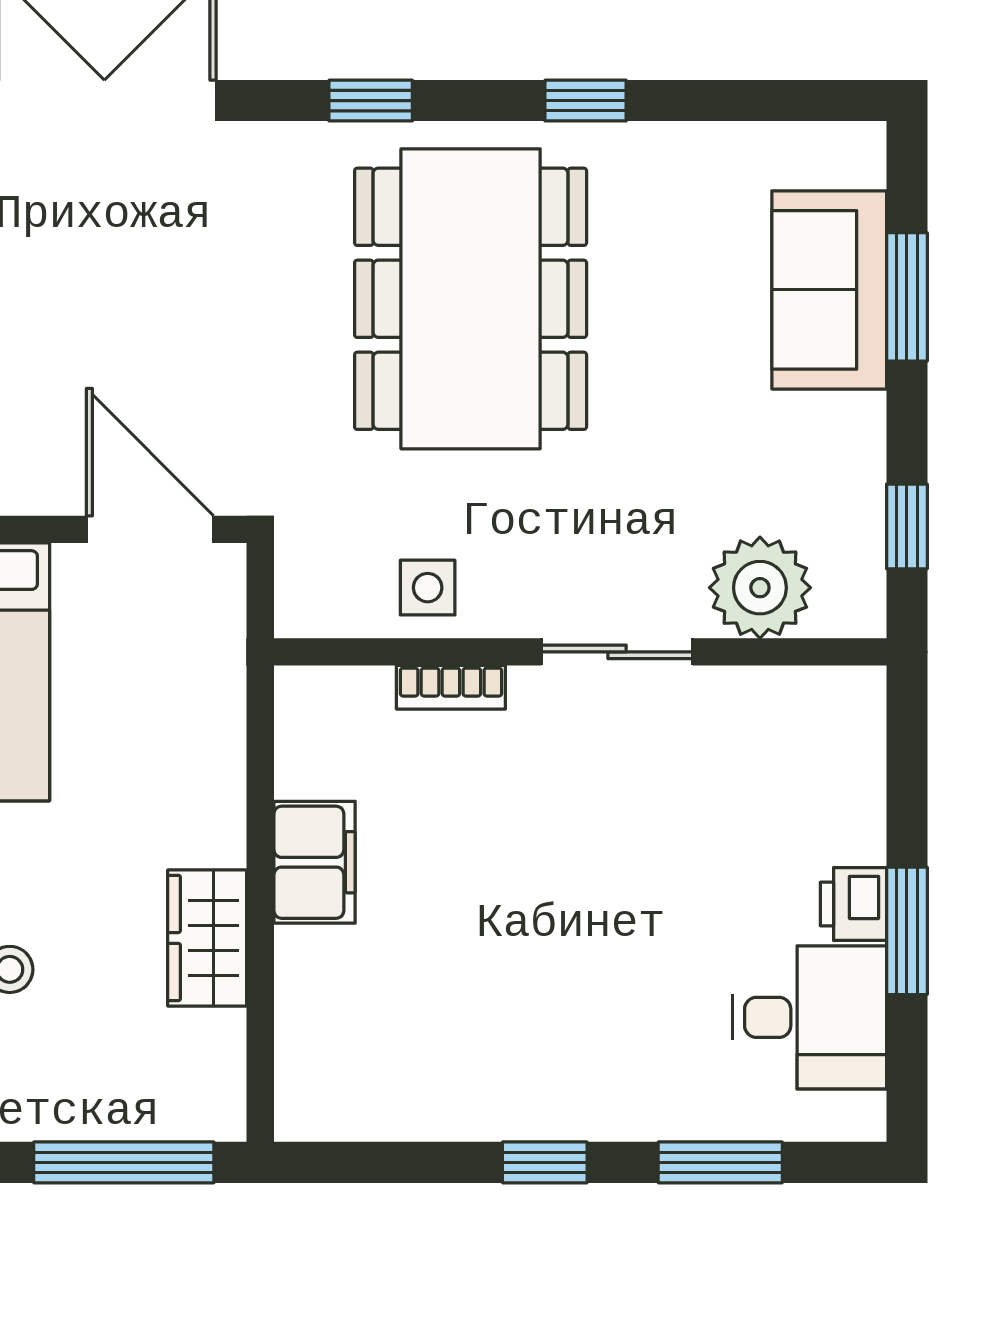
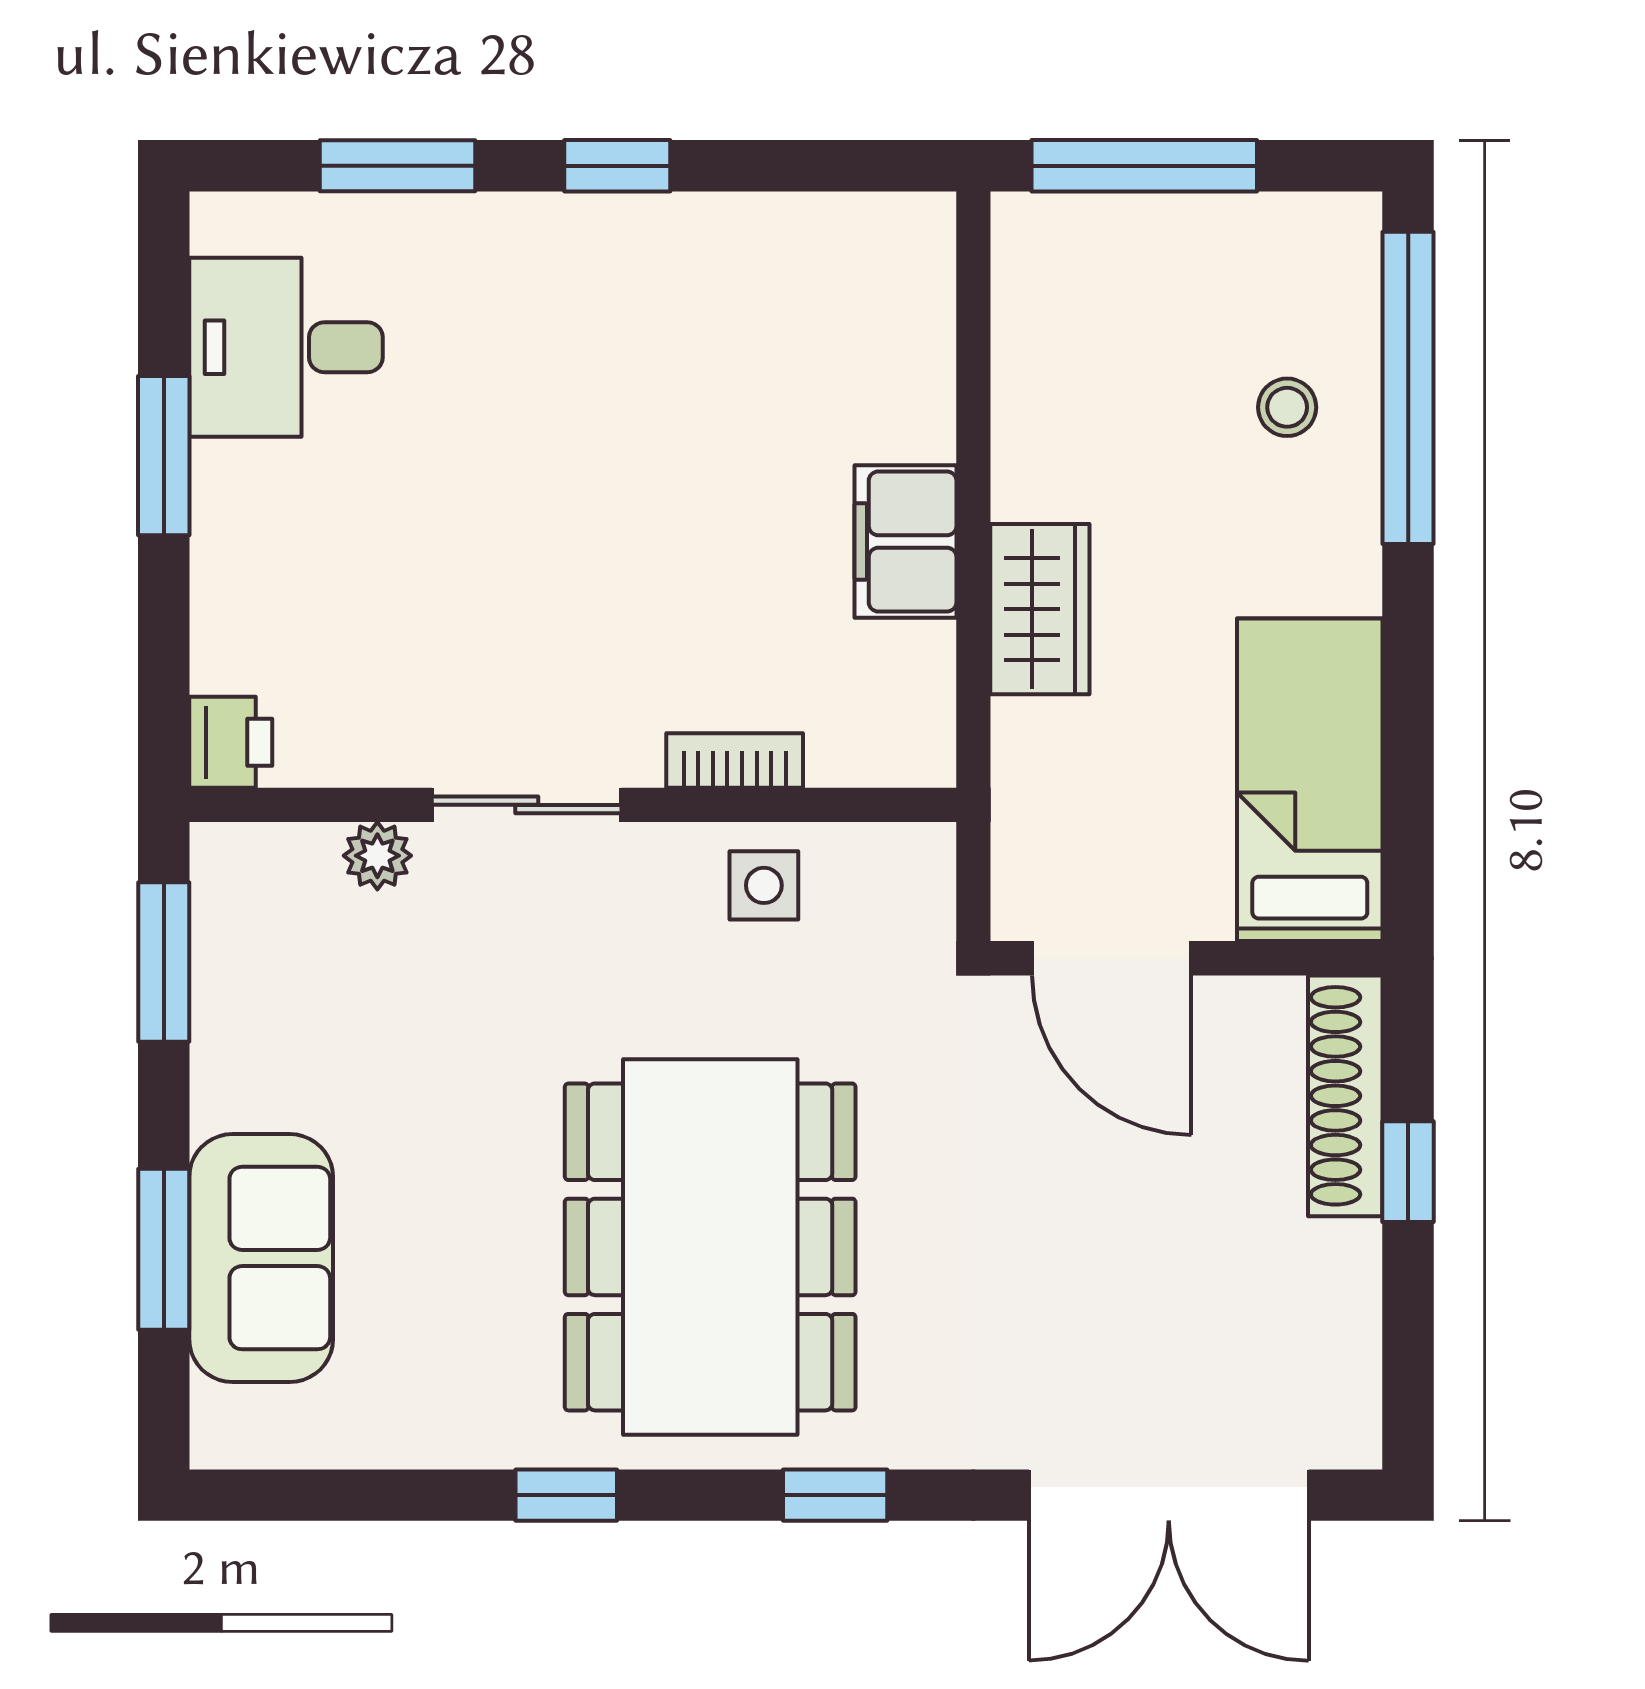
window: (907, 526) -> (164, 962), width x1.50
plant: (760, 588) -> (377, 856), width x0.53, depth x0.53
printer: (853, 904) -> (231, 742), moved
wardrobe: (207, 938) -> (1040, 609), moved

